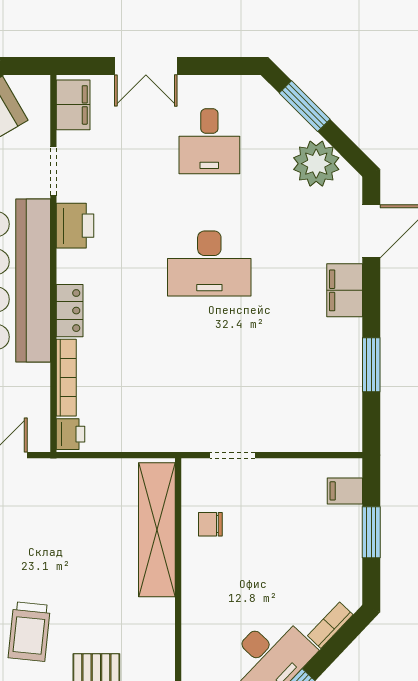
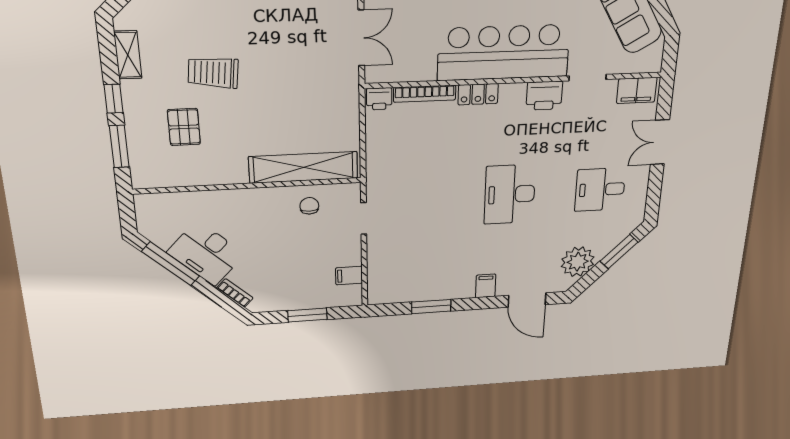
filing cabinet: (345, 290) -> (486, 286), width x0.50
filing cabinet: (345, 491) -> (349, 276), moved, turned -90

